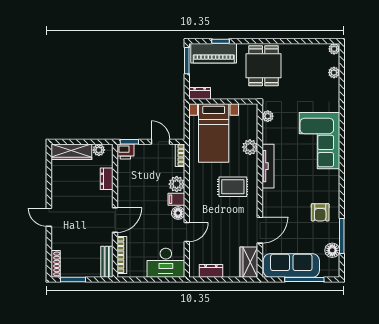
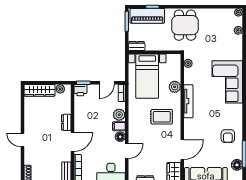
door: (161, 142) -> (107, 83), swing flipped
dresser: (107, 179) -> (66, 122), moved

